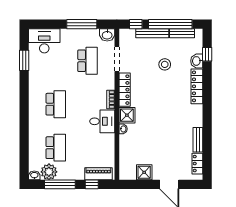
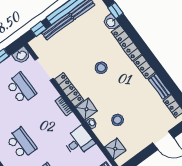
stool: (165, 64) -> (101, 68), moved
locker: (197, 116) -> (144, 67), added
desk: (102, 121) -> (79, 141), moved
stool: (145, 142) -> (117, 120), added
shower: (144, 172) -> (115, 149), moved

